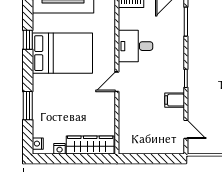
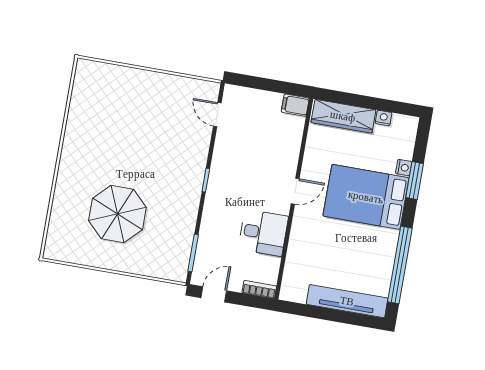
window: (28, 40) -> (400, 265), width x3.17
bed: (62, 53) -> (366, 197), moved
filing cabinet: (175, 100) -> (295, 105), moved, turned 180
nightstand: (38, 144) -> (404, 168), moved

